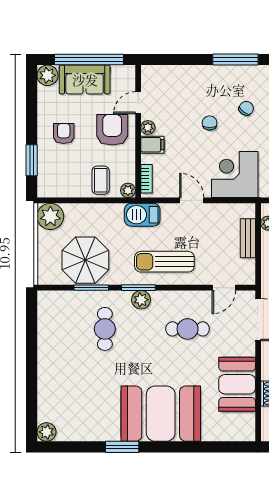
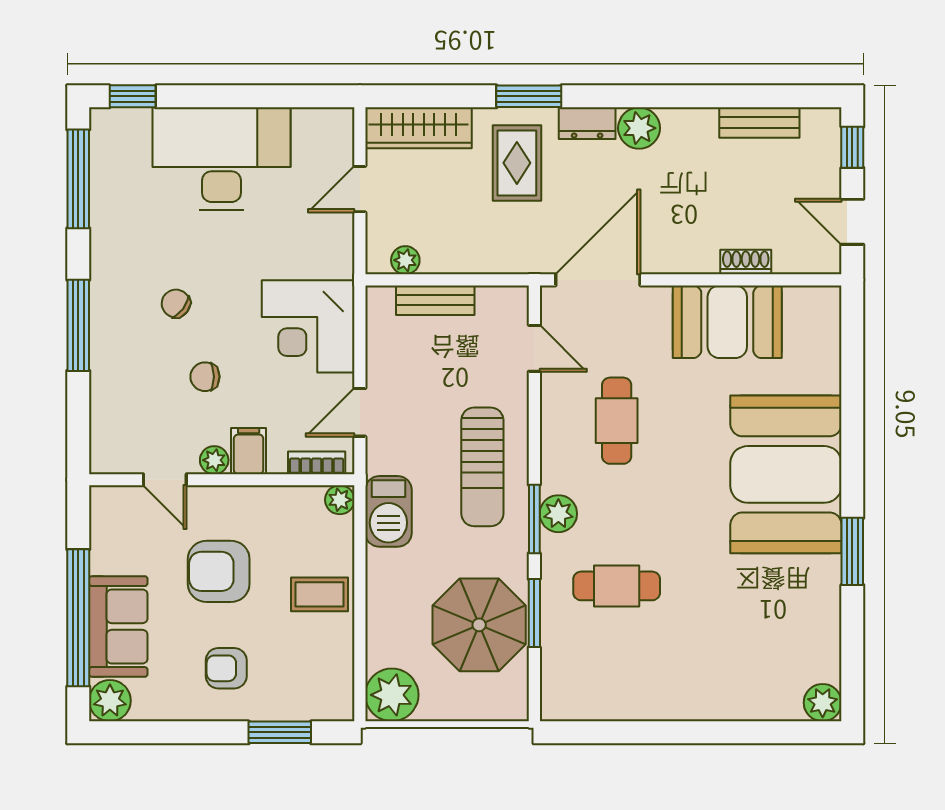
door: (138, 103) -> (165, 480), moved
plant: (148, 127) -> (214, 460), moved
wall: (138, 131) -> (222, 480), moved
filing cabinet: (152, 145) -> (249, 451), moved
bookcase: (146, 179) -> (317, 463), moved
plant: (128, 190) -> (340, 500), moved

